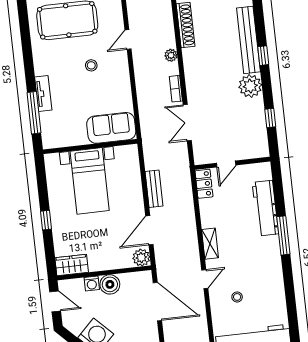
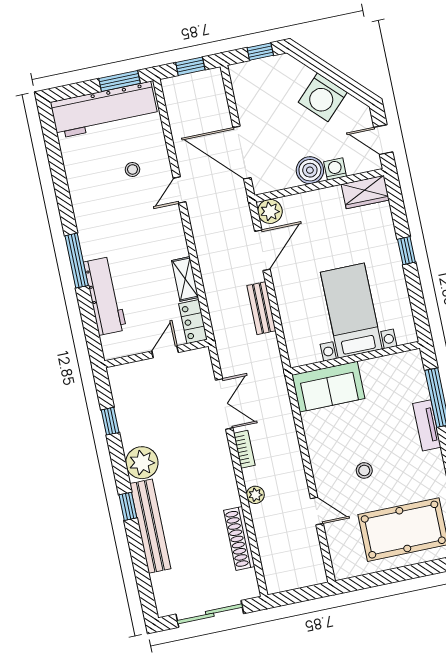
door: (128, 40) -> (317, 511), hinge flipped
shelving: (210, 244) -> (185, 279), moved

